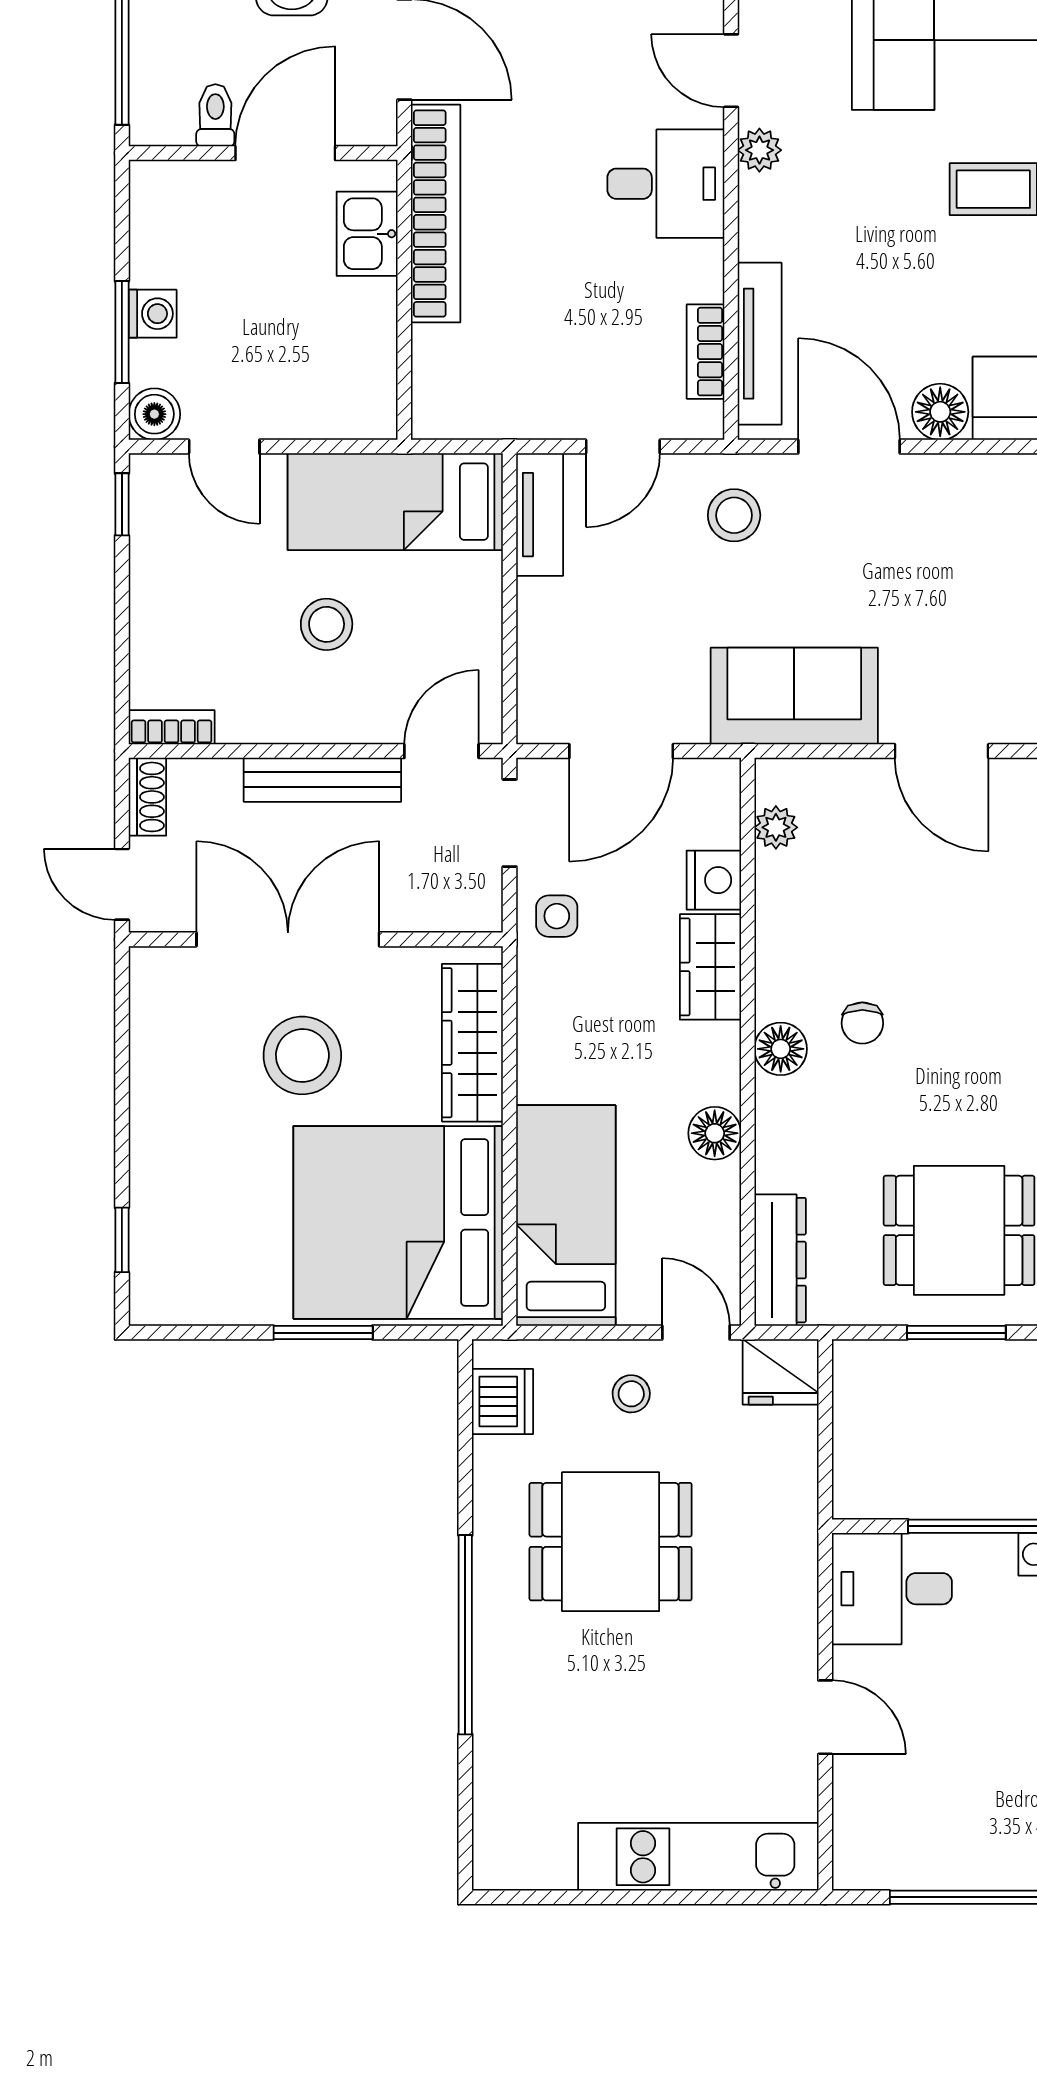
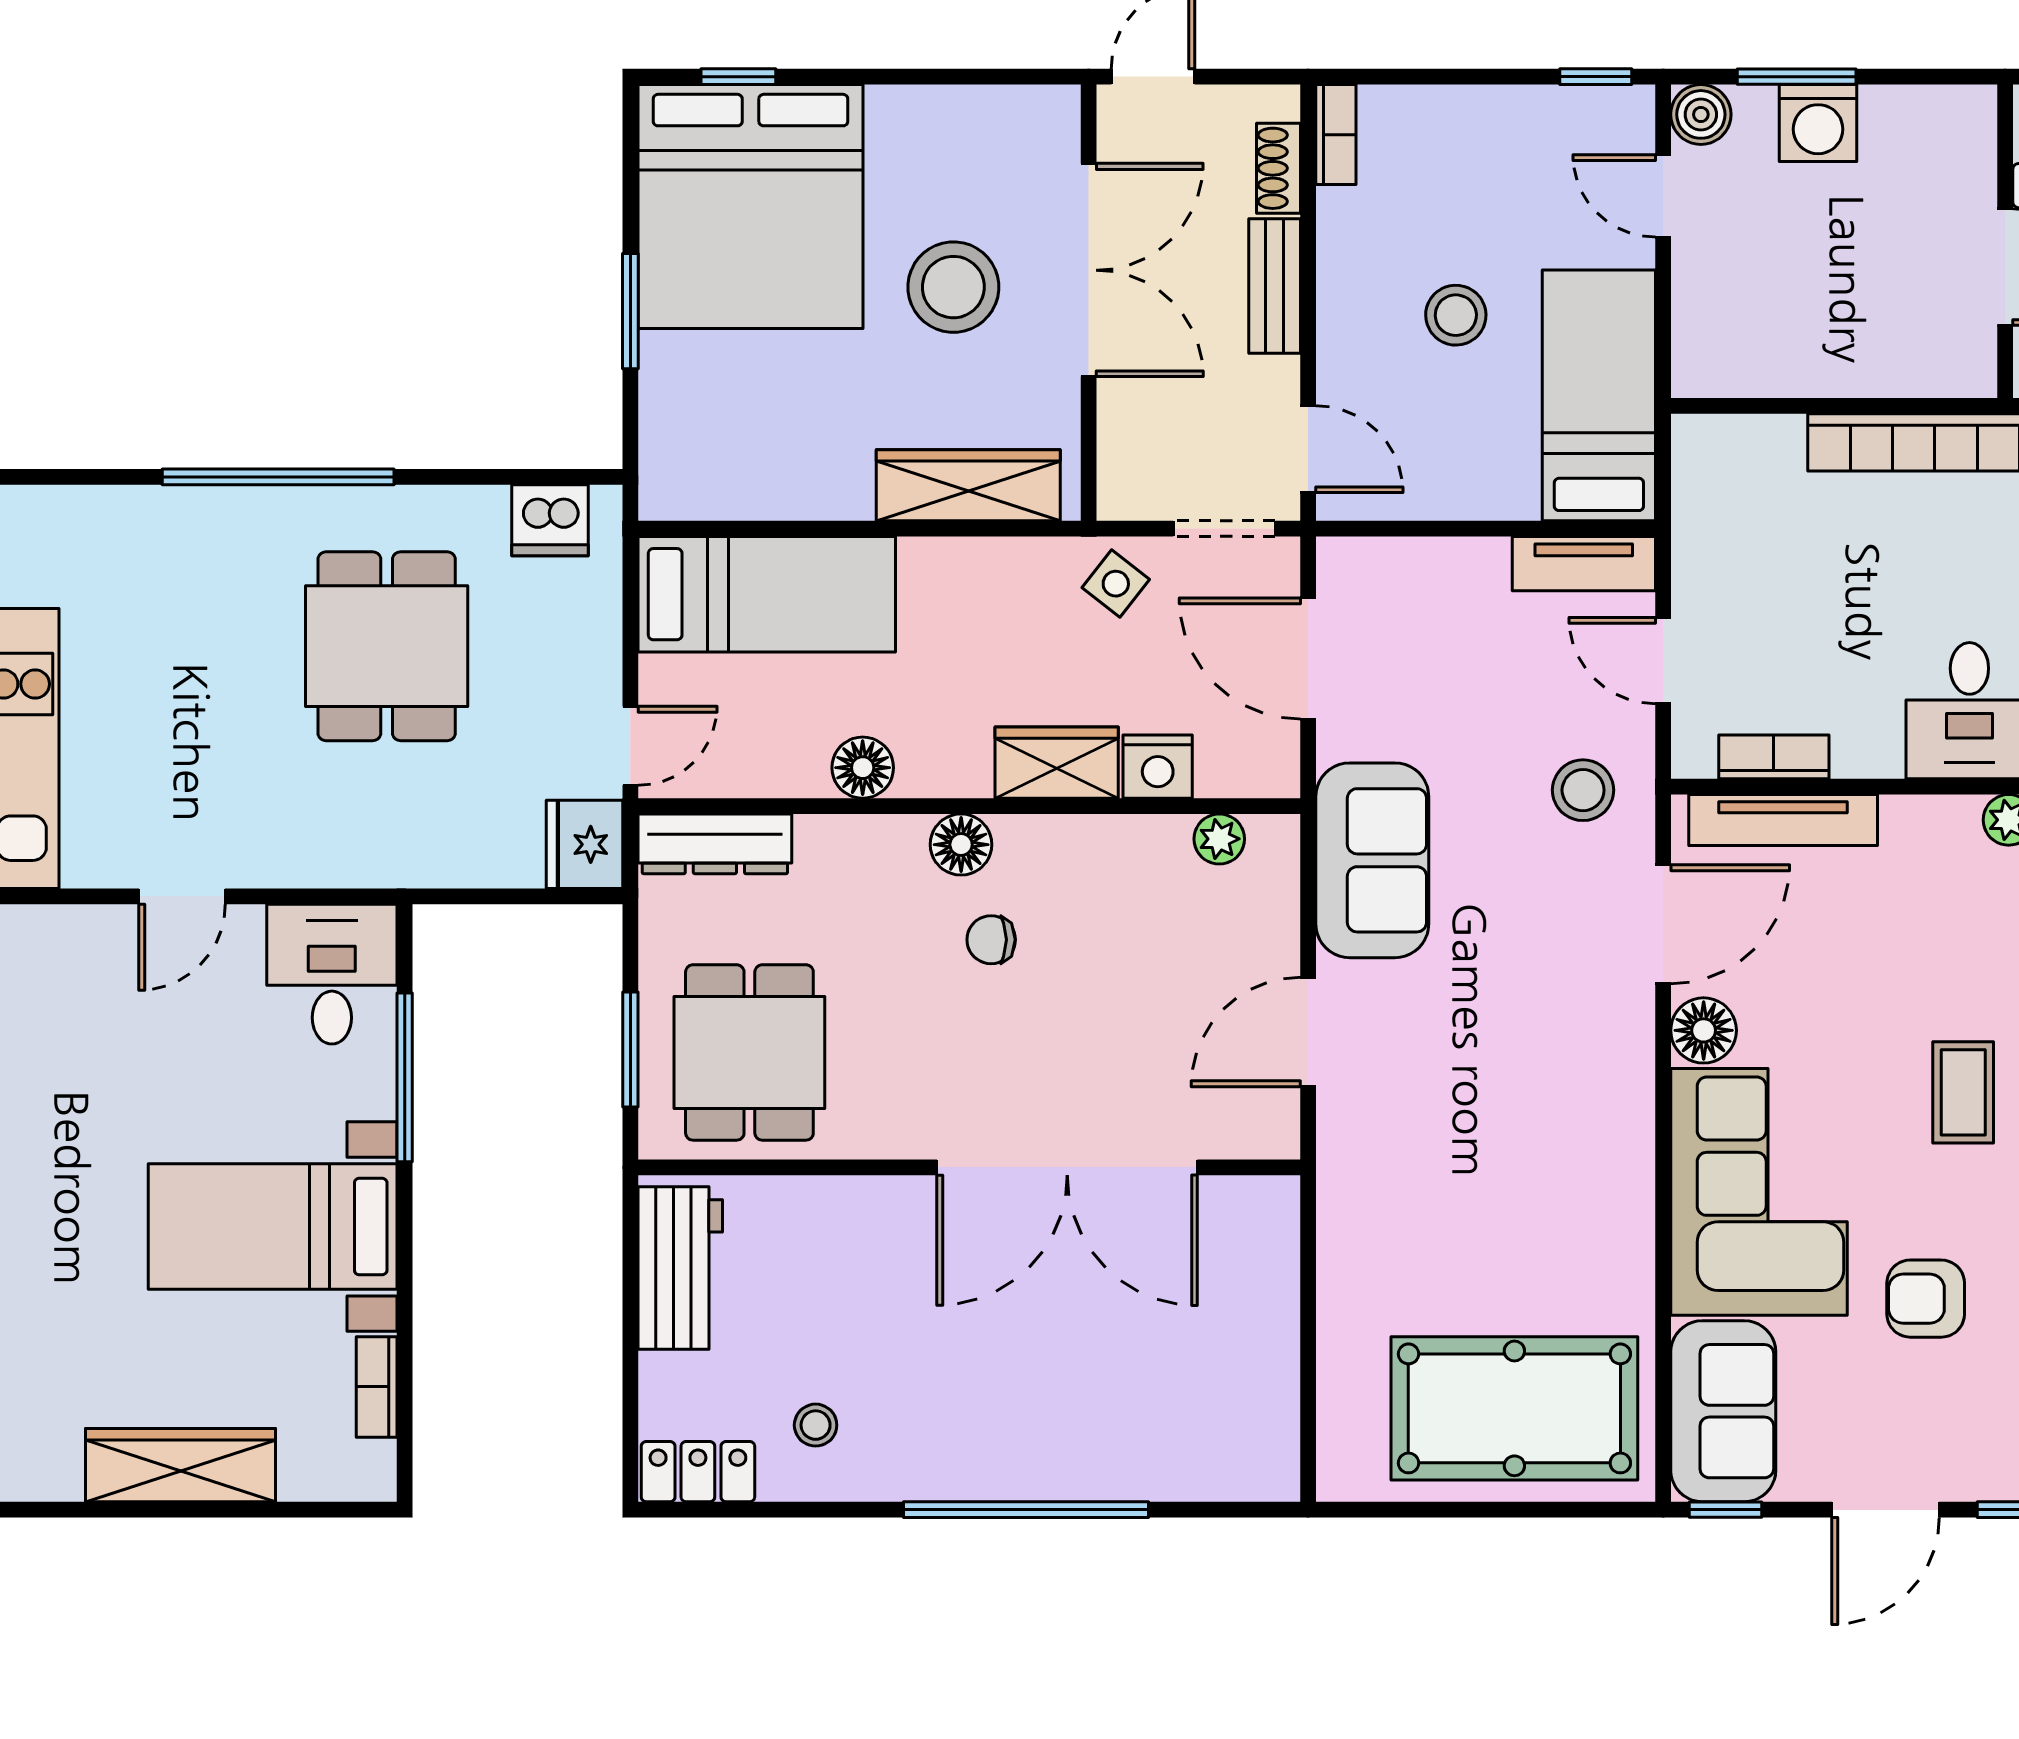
kitchen sink: (367, 234) -> (1911, 362), removed
washing machine: (153, 314) -> (1818, 123), width x1.38, depth x1.38
door: (224, 447) -> (1663, 196), hinge flipped
bench: (322, 780) -> (1275, 286), width x0.73
shoe rack: (147, 797) -> (1278, 168), moved, turned 90
side table: (557, 916) -> (1116, 584), turned 38
bed: (398, 1222) -> (751, 207), moved, turned 180
stool: (631, 1394) -> (559, 670), removed

